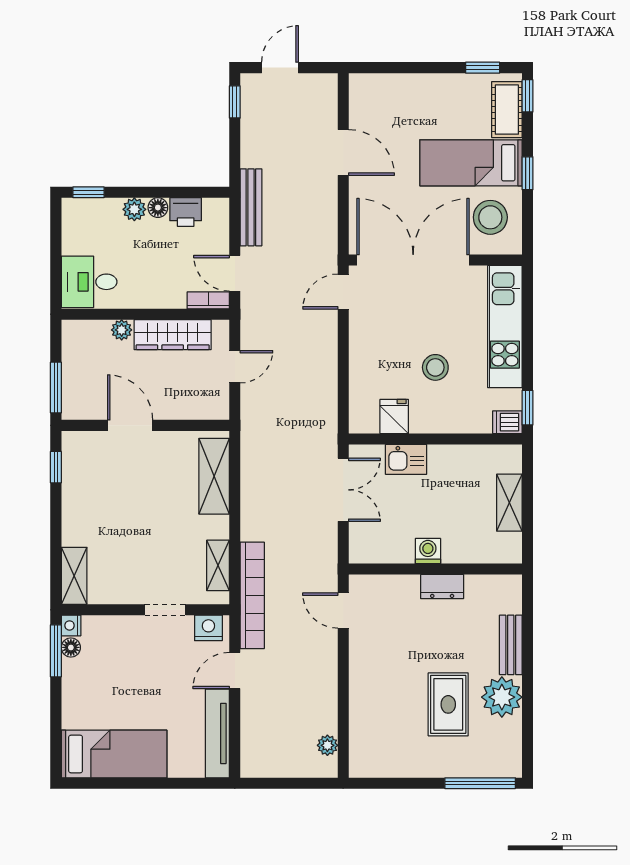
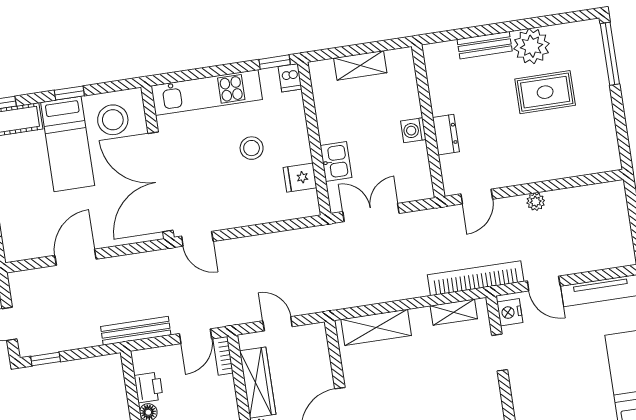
dresser: (442, 587) -> (446, 135), moved
plant: (327, 745) -> (536, 202), moved

